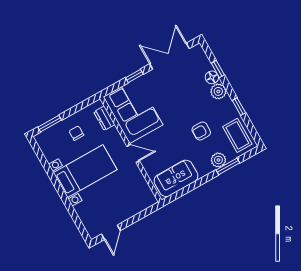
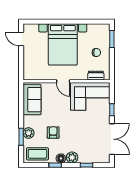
floor lamp: (212, 77) -> (61, 158), moved
door: (133, 154) -> (63, 81), hinge flipped
bed with nightstands: (85, 171) -> (63, 44), width x1.36

